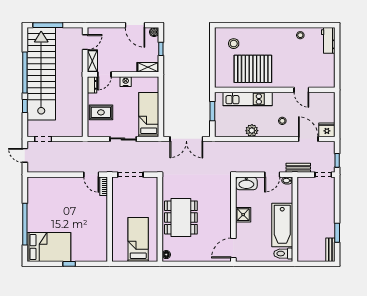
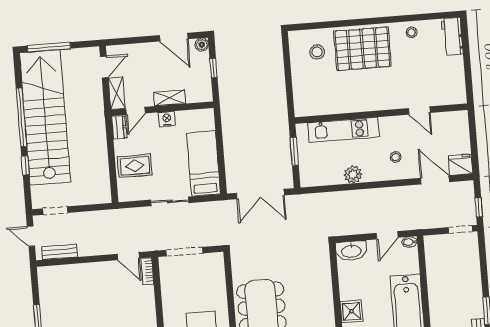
shelving: (148, 67) -> (170, 98), moved
pallet: (253, 69) -> (362, 49), moved
bench: (298, 168) -> (59, 252), moved
shower: (243, 215) -> (352, 311), moved

